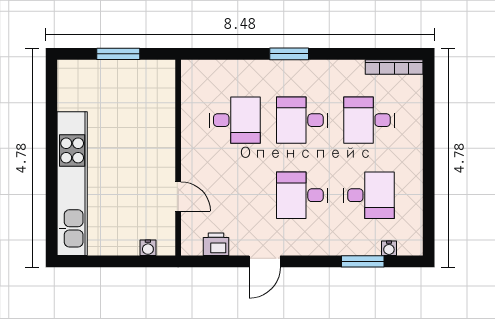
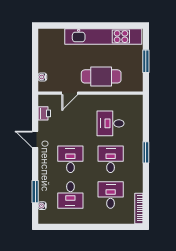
desk: (235, 120) -> (111, 123), turned 90
cafe table: (147, 138) -> (101, 76), added
kitchen unit: (72, 184) -> (103, 37), moved

